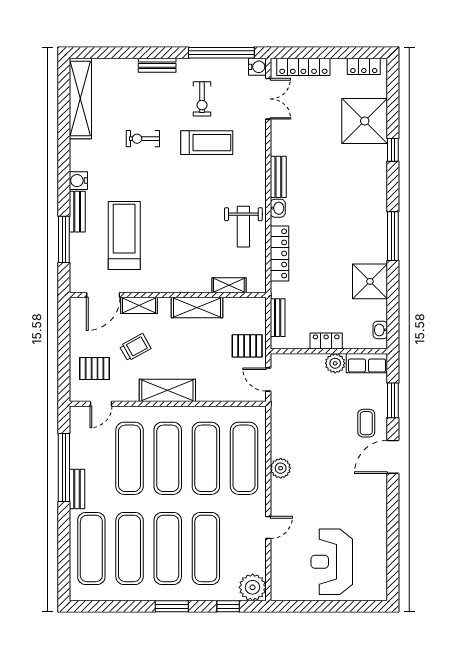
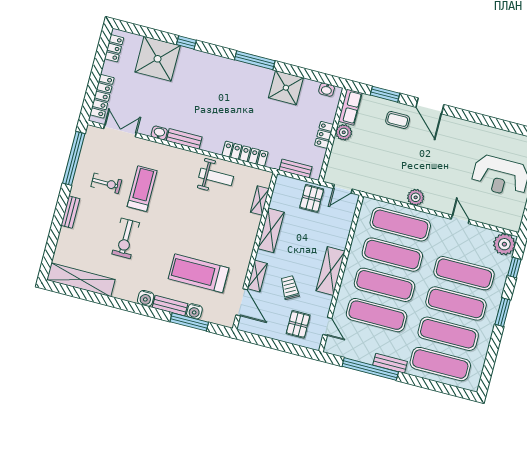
water cooler: (257, 67) -> (194, 311), moved, turned 180
exercise bike: (143, 139) -> (126, 238), width x1.38, depth x1.39
washbasin: (278, 208) -> (159, 133), moved

